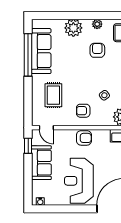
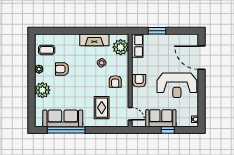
rug: (53, 95) -> (102, 108), turned 90
door: (46, 128) -> (130, 114), hinge flipped
window: (28, 146) -> (168, 130), moved

